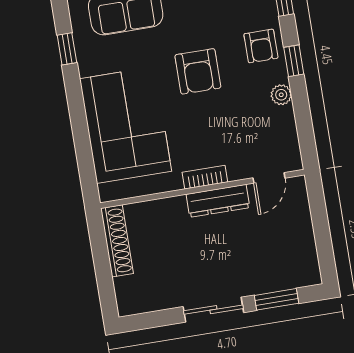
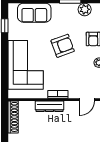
armchair: (198, 71) -> (63, 46), turned -110
dresser: (218, 201) -> (50, 106), moved

